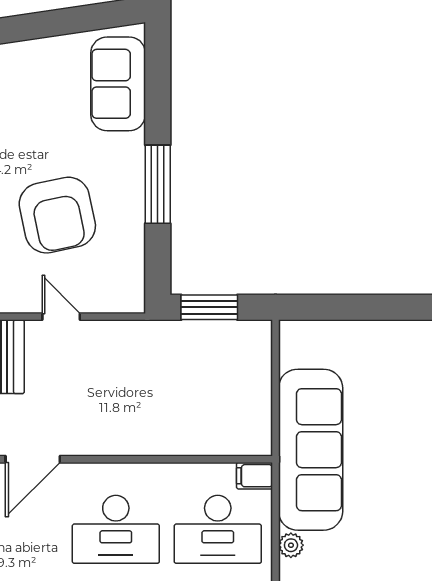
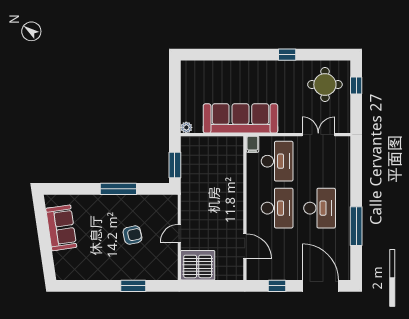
sofa: (118, 84) -> (61, 228), moved, turned -98
armchair: (57, 215) -> (132, 235), width x0.53, depth x0.53
plant: (291, 545) -> (186, 127), moved

